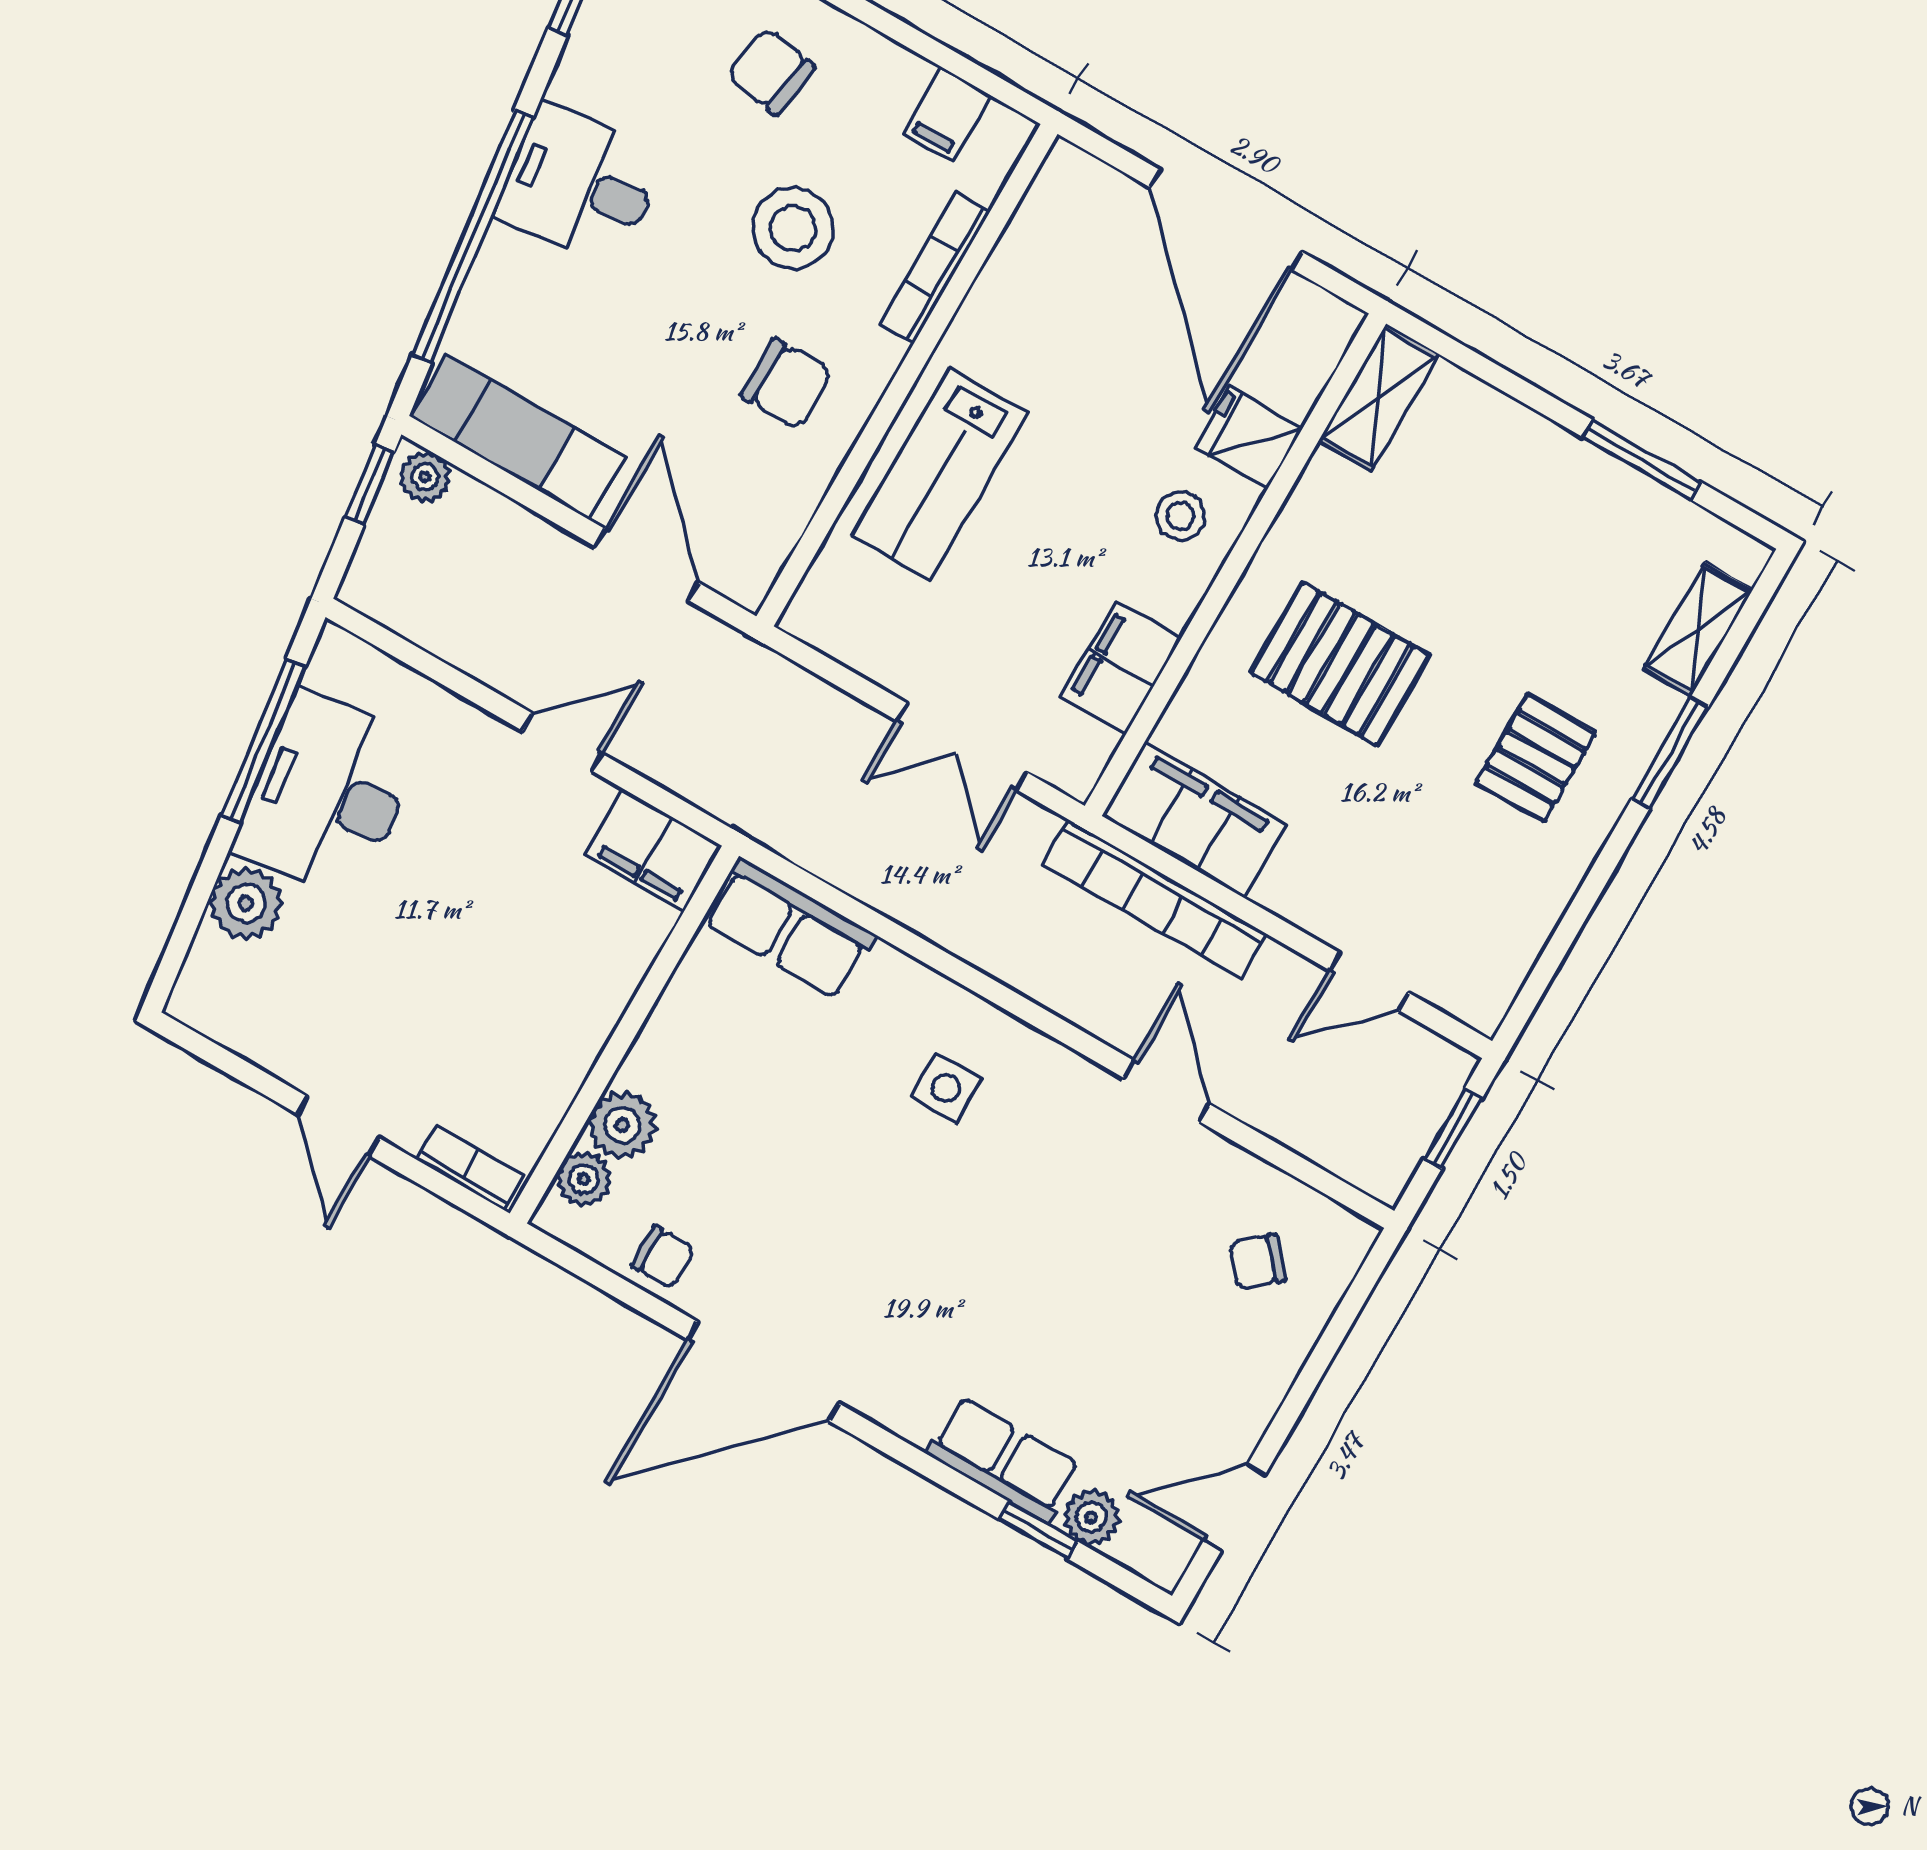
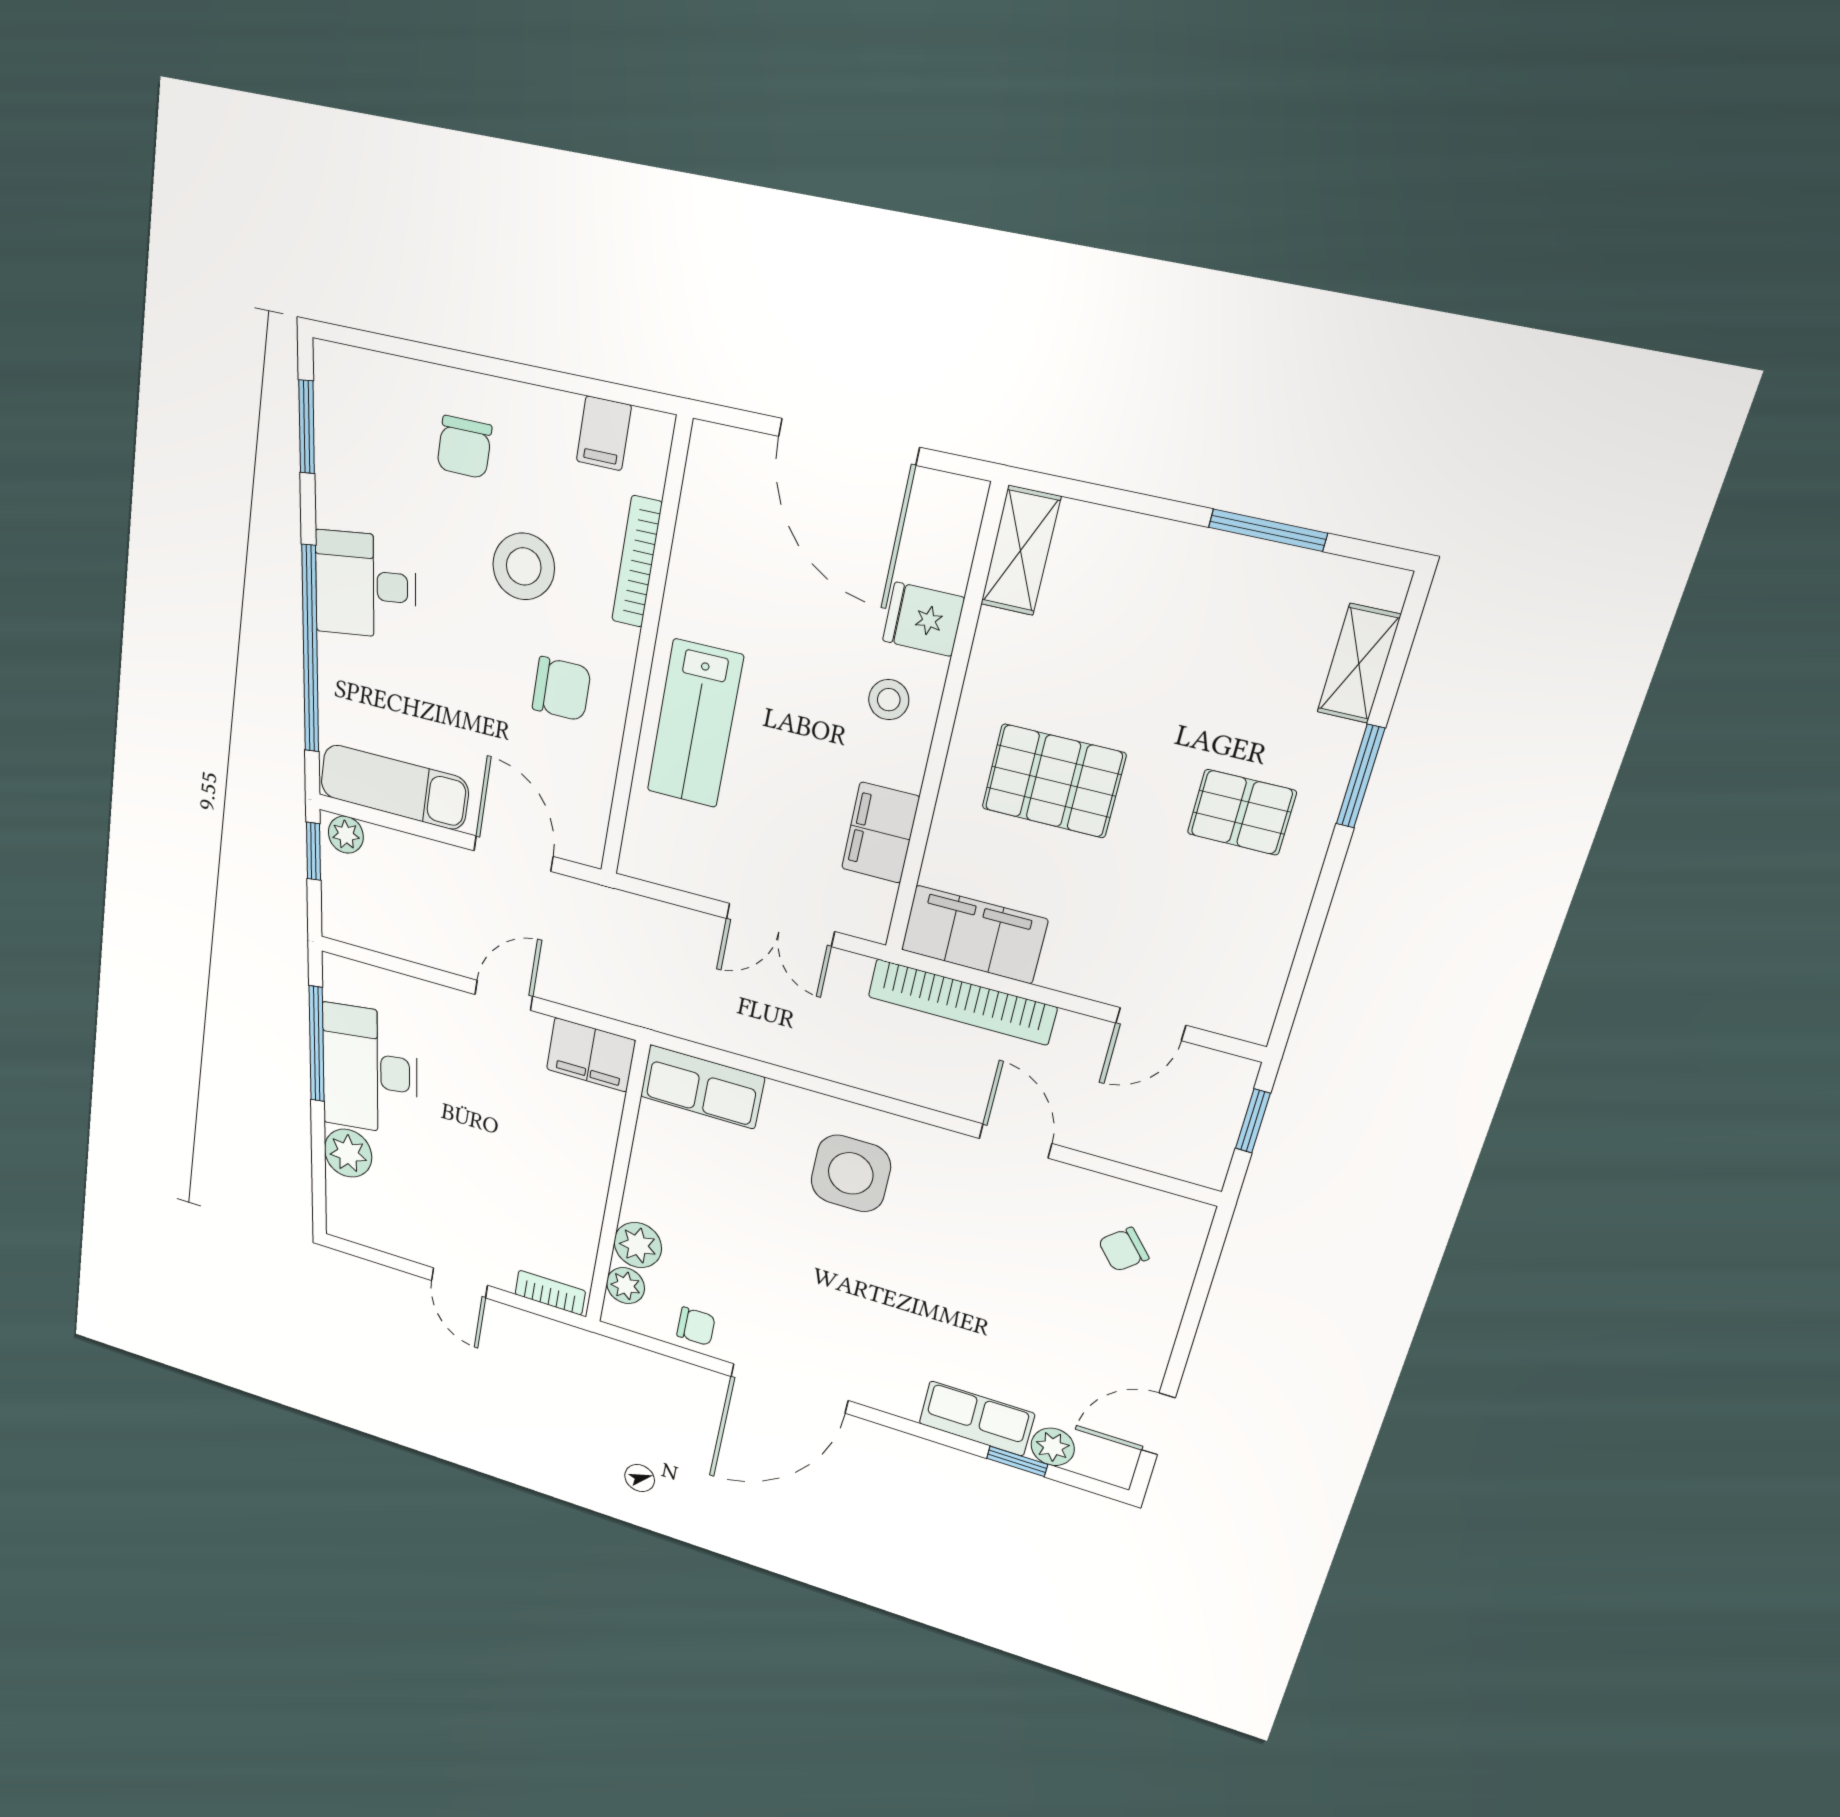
chair: (771, 71) -> (464, 447), turned -99
pallet: (1536, 758) -> (1242, 812), turned 90
side table: (946, 1088) -> (851, 1173), width x1.87, depth x1.87

